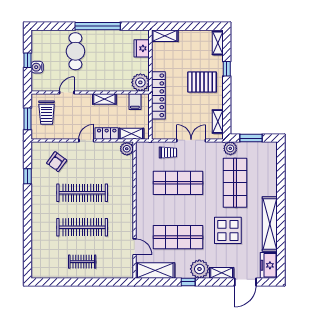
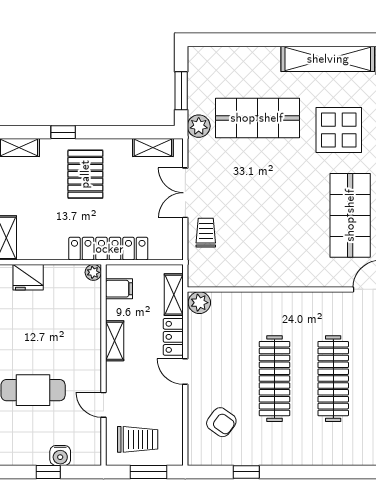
plant: (140, 82) -> (93, 272), width x0.53, depth x0.53
shop shelf: (178, 183) -> (257, 215), removed

